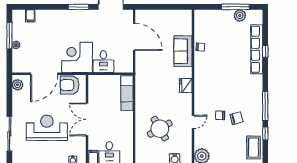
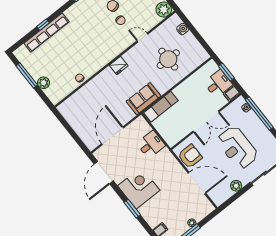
window: (78, 7) -> (132, 209), moved
plant: (240, 16) -> (44, 83), moved
sofa: (183, 51) -> (143, 99), moved, turned 180
corner desk: (77, 57) -> (139, 188), moved, turned 180
plant: (18, 85) -> (236, 186), moved
armchair: (70, 85) -> (190, 156), turned -90
round table: (160, 129) -> (168, 59), turned 30

